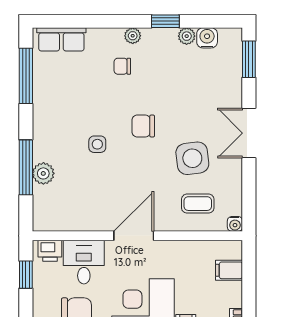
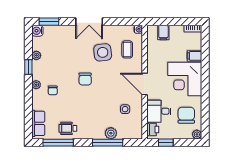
water cooler: (207, 38) -> (37, 31), moved
wheelchair: (52, 94) -> (68, 128), added
side table: (97, 144) -> (125, 109), moved

